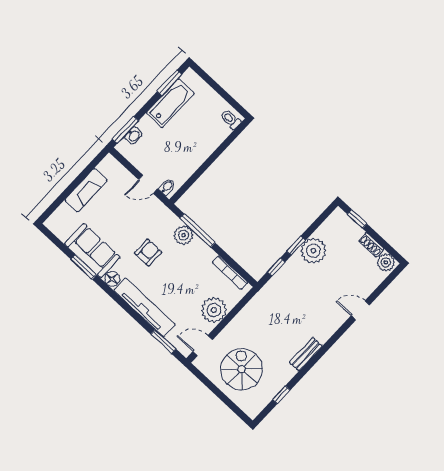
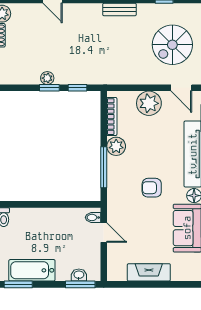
plant: (183, 235) -> (116, 146), moved
plant: (313, 251) -> (47, 78), width x0.53, depth x0.53

